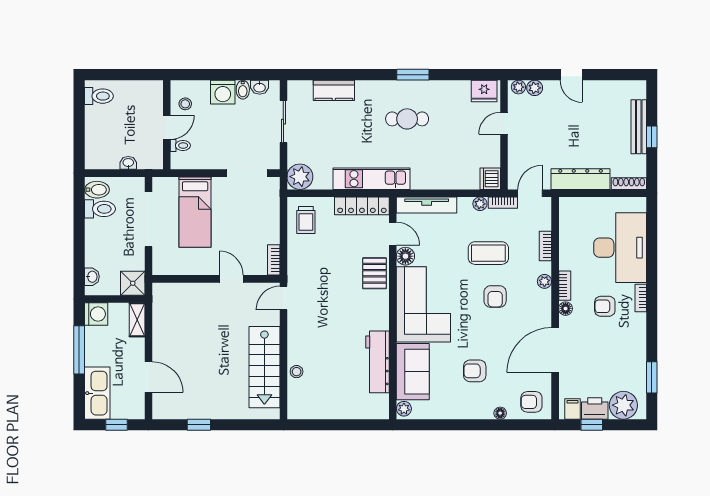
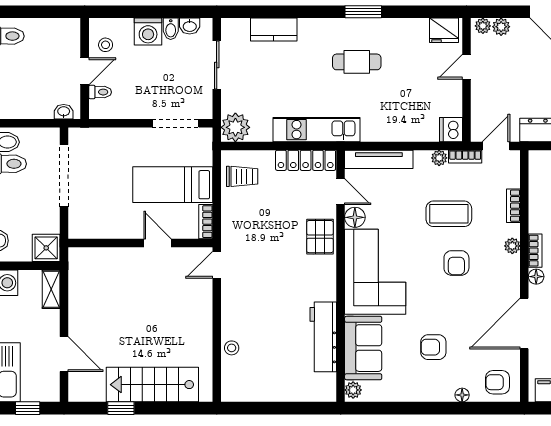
washbasin: (128, 163) -> (64, 112), moved
bed: (195, 212) -> (173, 185), moved, turned 90
trolley: (306, 220) -> (242, 176), turned -90
stairs: (264, 367) -> (152, 385), moved, turned 90

